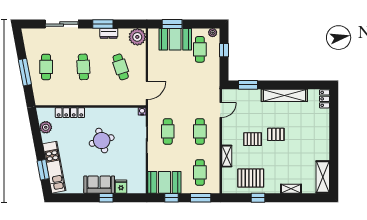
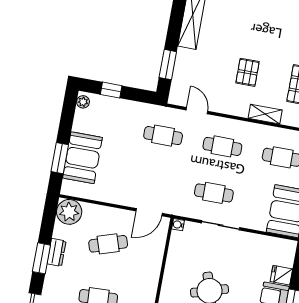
cafe table: (200, 49) -> (163, 136), moved
door: (147, 90) -> (149, 212), swing flipped
pallet: (276, 134) -> (247, 37), removed

